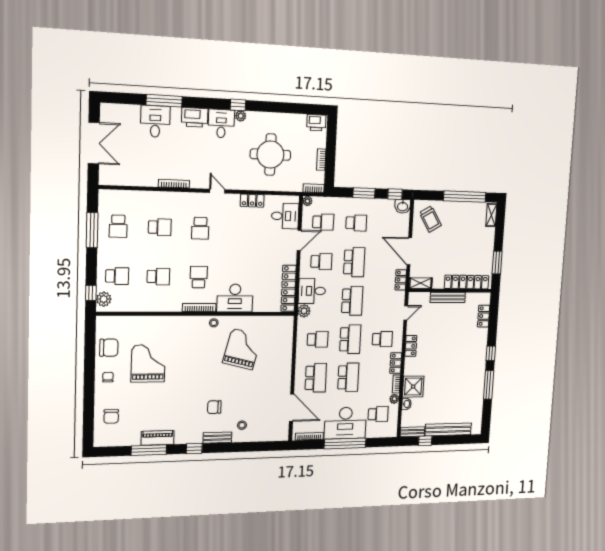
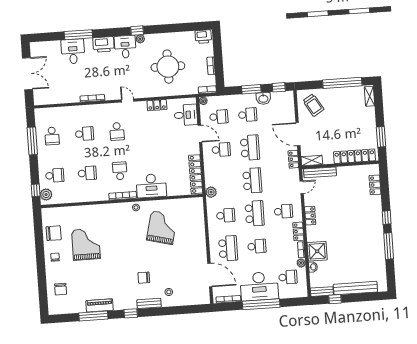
washbasin: (403, 206) -> (263, 98), moved
door: (299, 240) -> (200, 134), hinge flipped
desk: (312, 291) -> (216, 175), removed
bench: (448, 297) -> (320, 172), moved
school desk: (348, 377) -> (257, 246), width x0.54

